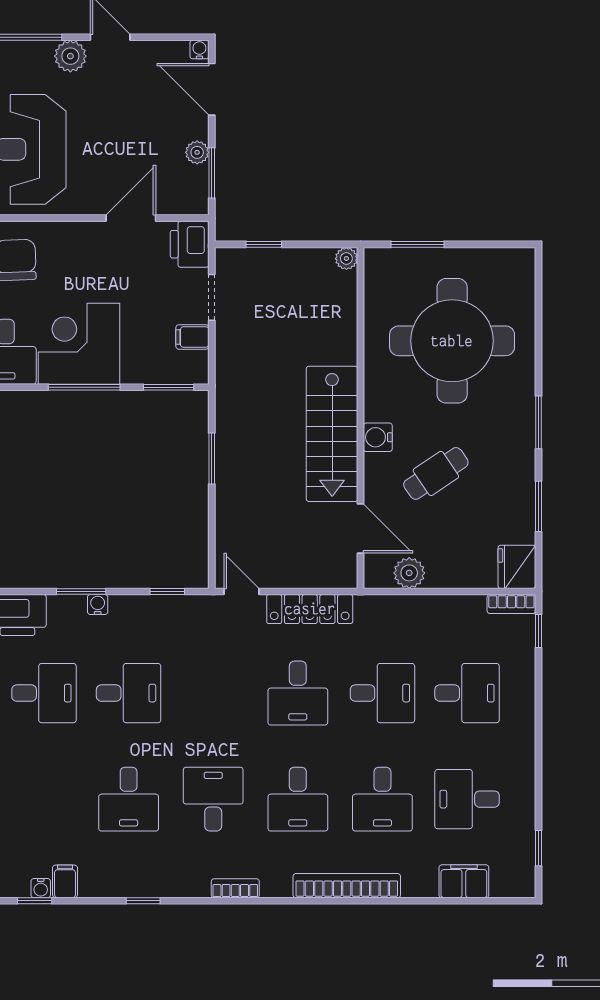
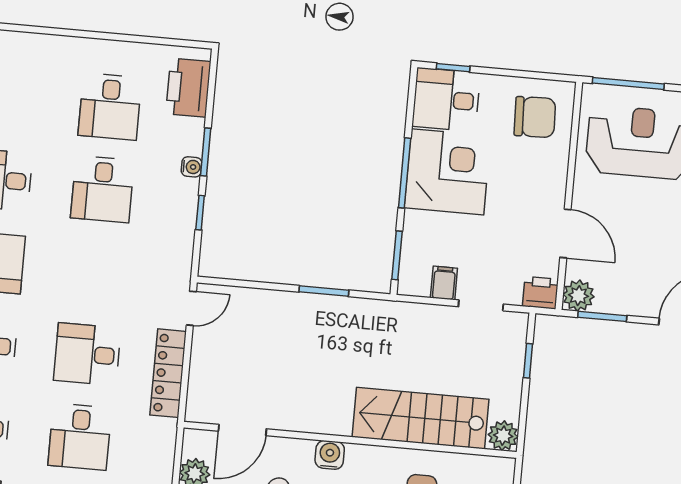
plant: (197, 152) -> (578, 296), moved, width x1.38, depth x1.38
printer: (190, 244) -> (540, 293), width x0.73, depth x0.81
plant: (346, 259) -> (503, 436), width x1.38, depth x1.38
stairs: (332, 434) -> (420, 418), moved
window: (167, 591) -> (200, 213), moved

